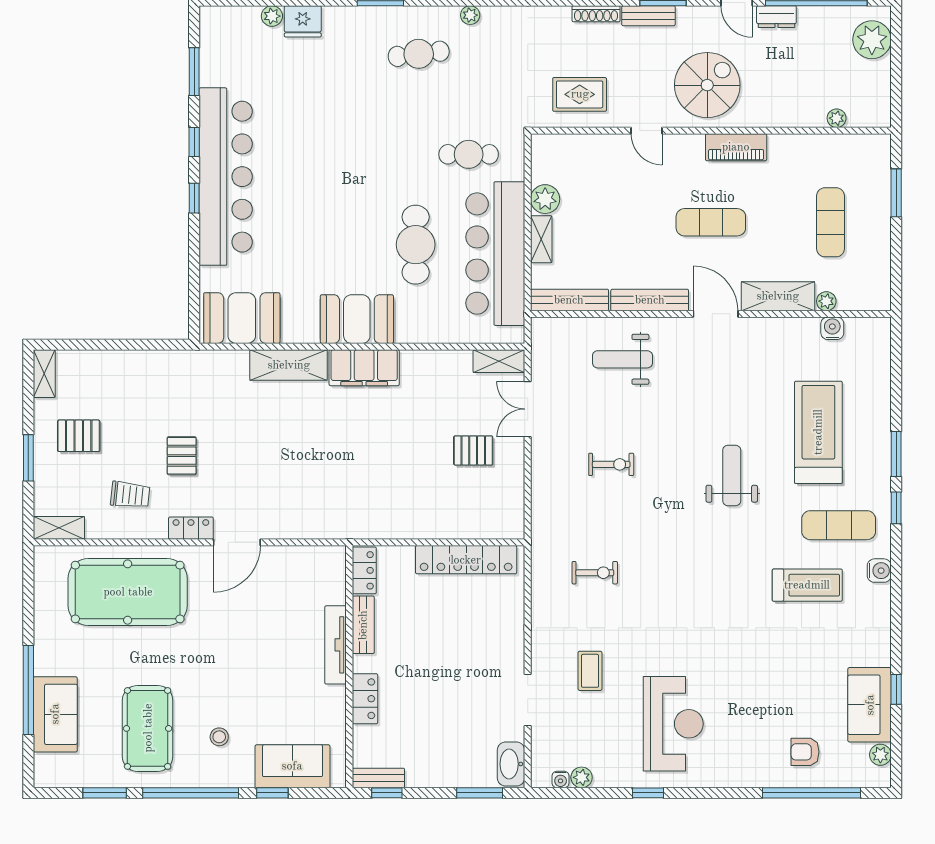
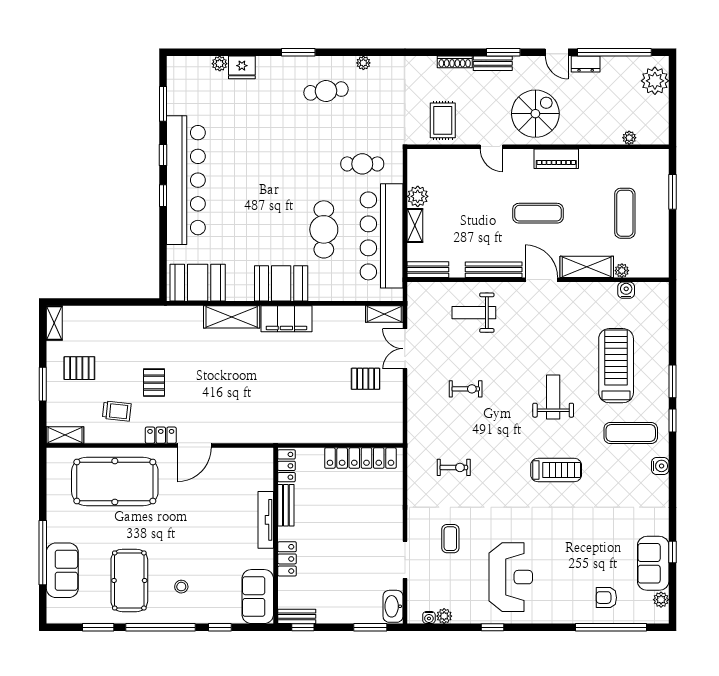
rug: (580, 94) -> (443, 120), turned 90
bench: (569, 300) -> (428, 270), width x0.73
treadmill: (807, 585) -> (556, 470), moved
sofa: (292, 766) -> (258, 597), moved, turned -90

